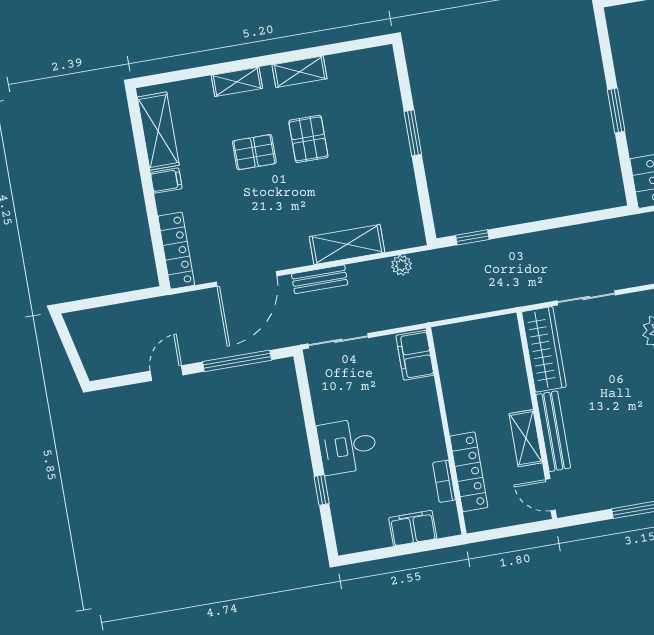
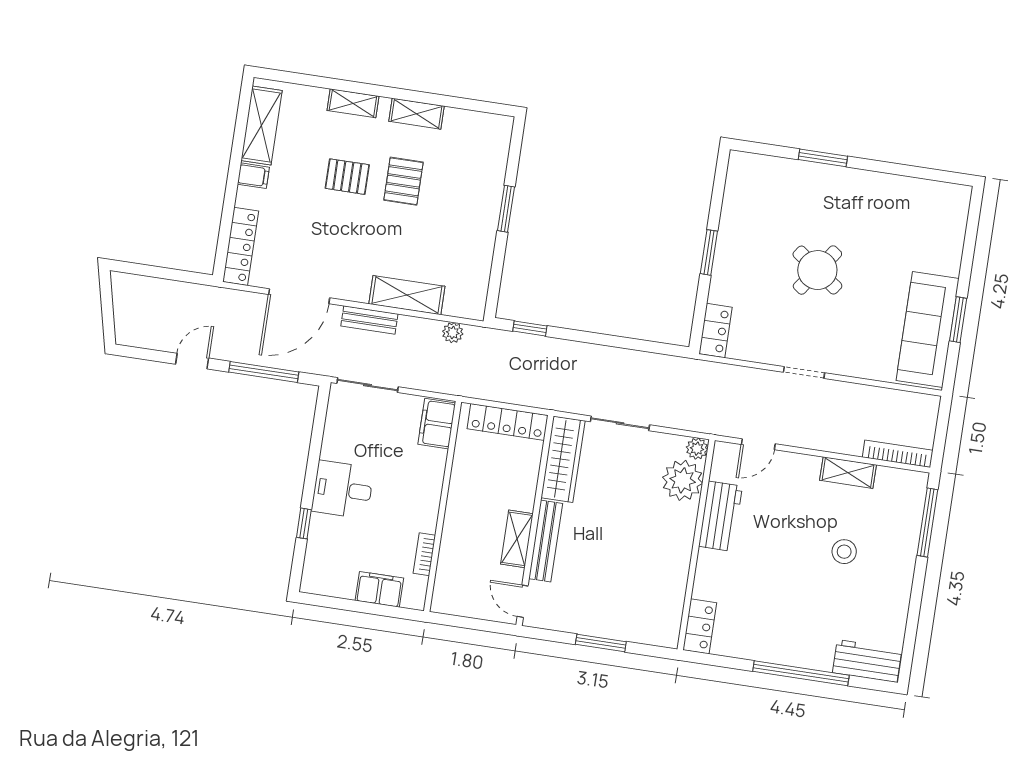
locker: (469, 472) -> (508, 422), moved, turned 90

